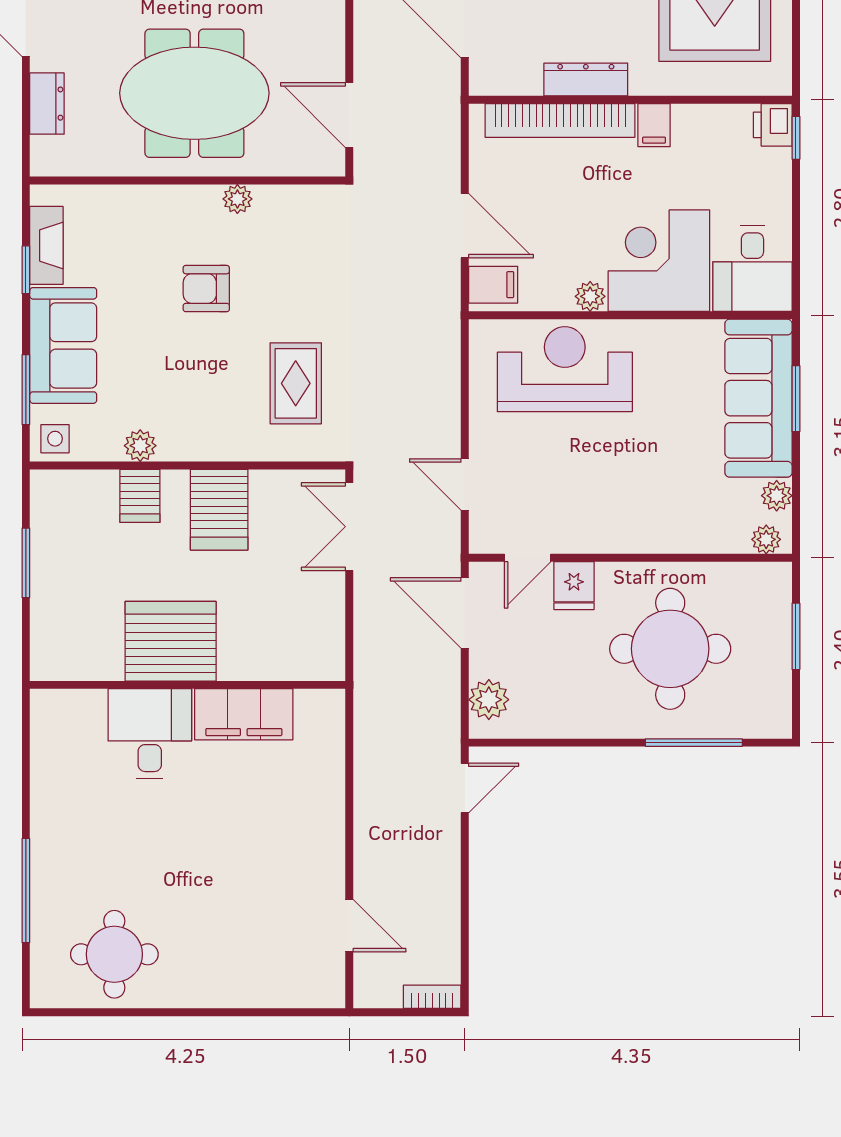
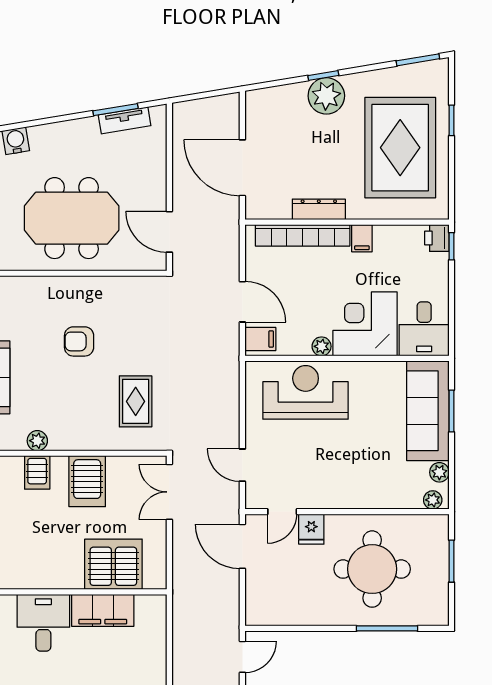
plant: (237, 199) -> (99, 285), removed
server rack: (171, 641) -> (113, 564), moved
plant: (489, 700) -> (258, 601), removed

